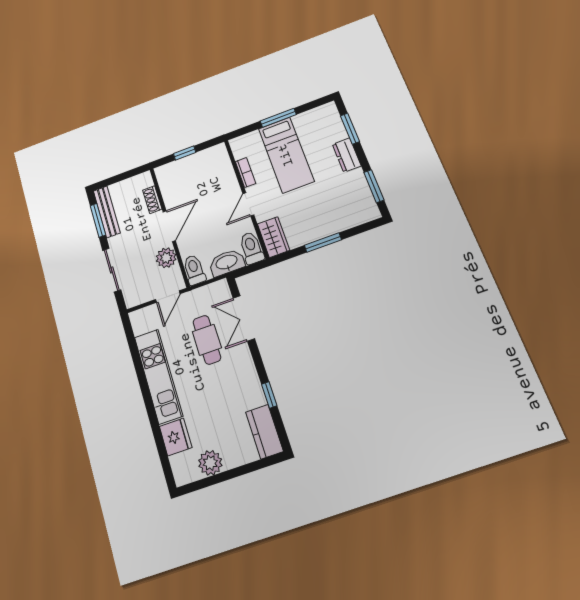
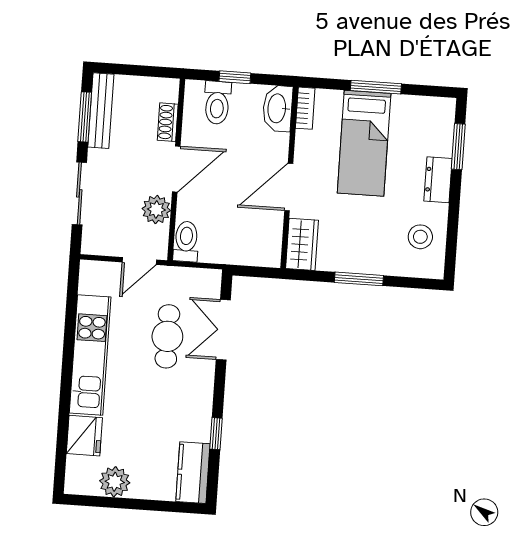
bookcase: (246, 172) -> (305, 108), moved
window: (374, 186) -> (452, 236), removed
stool: (352, 196) -> (420, 237), added
door: (248, 204) -> (289, 187), width x1.38
toilet: (251, 248) -> (217, 103), moved, turned 180
washbasin: (227, 263) -> (278, 108), moved, turned -90

